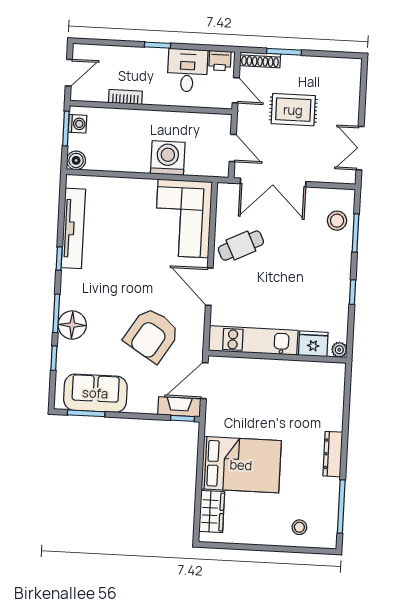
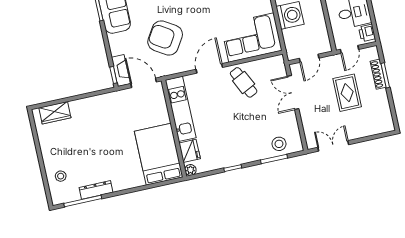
shoe rack: (260, 60) -> (378, 74), moved
double door: (273, 183) -> (293, 93), width x0.73
dresser: (333, 454) -> (96, 190), moved
bed: (241, 465) -> (159, 154), moved, turned 180

